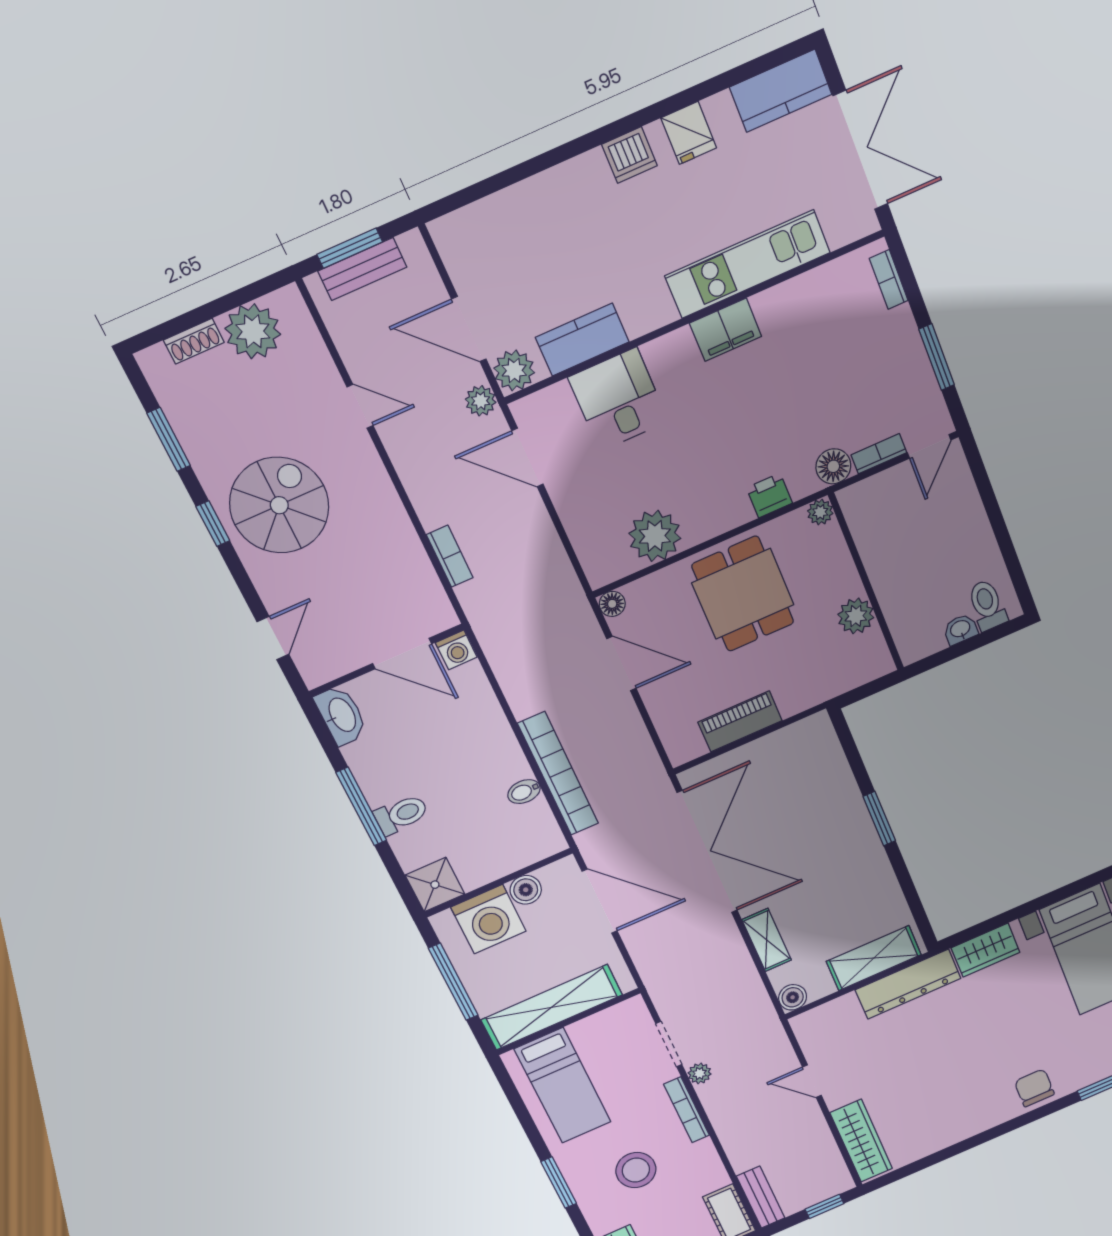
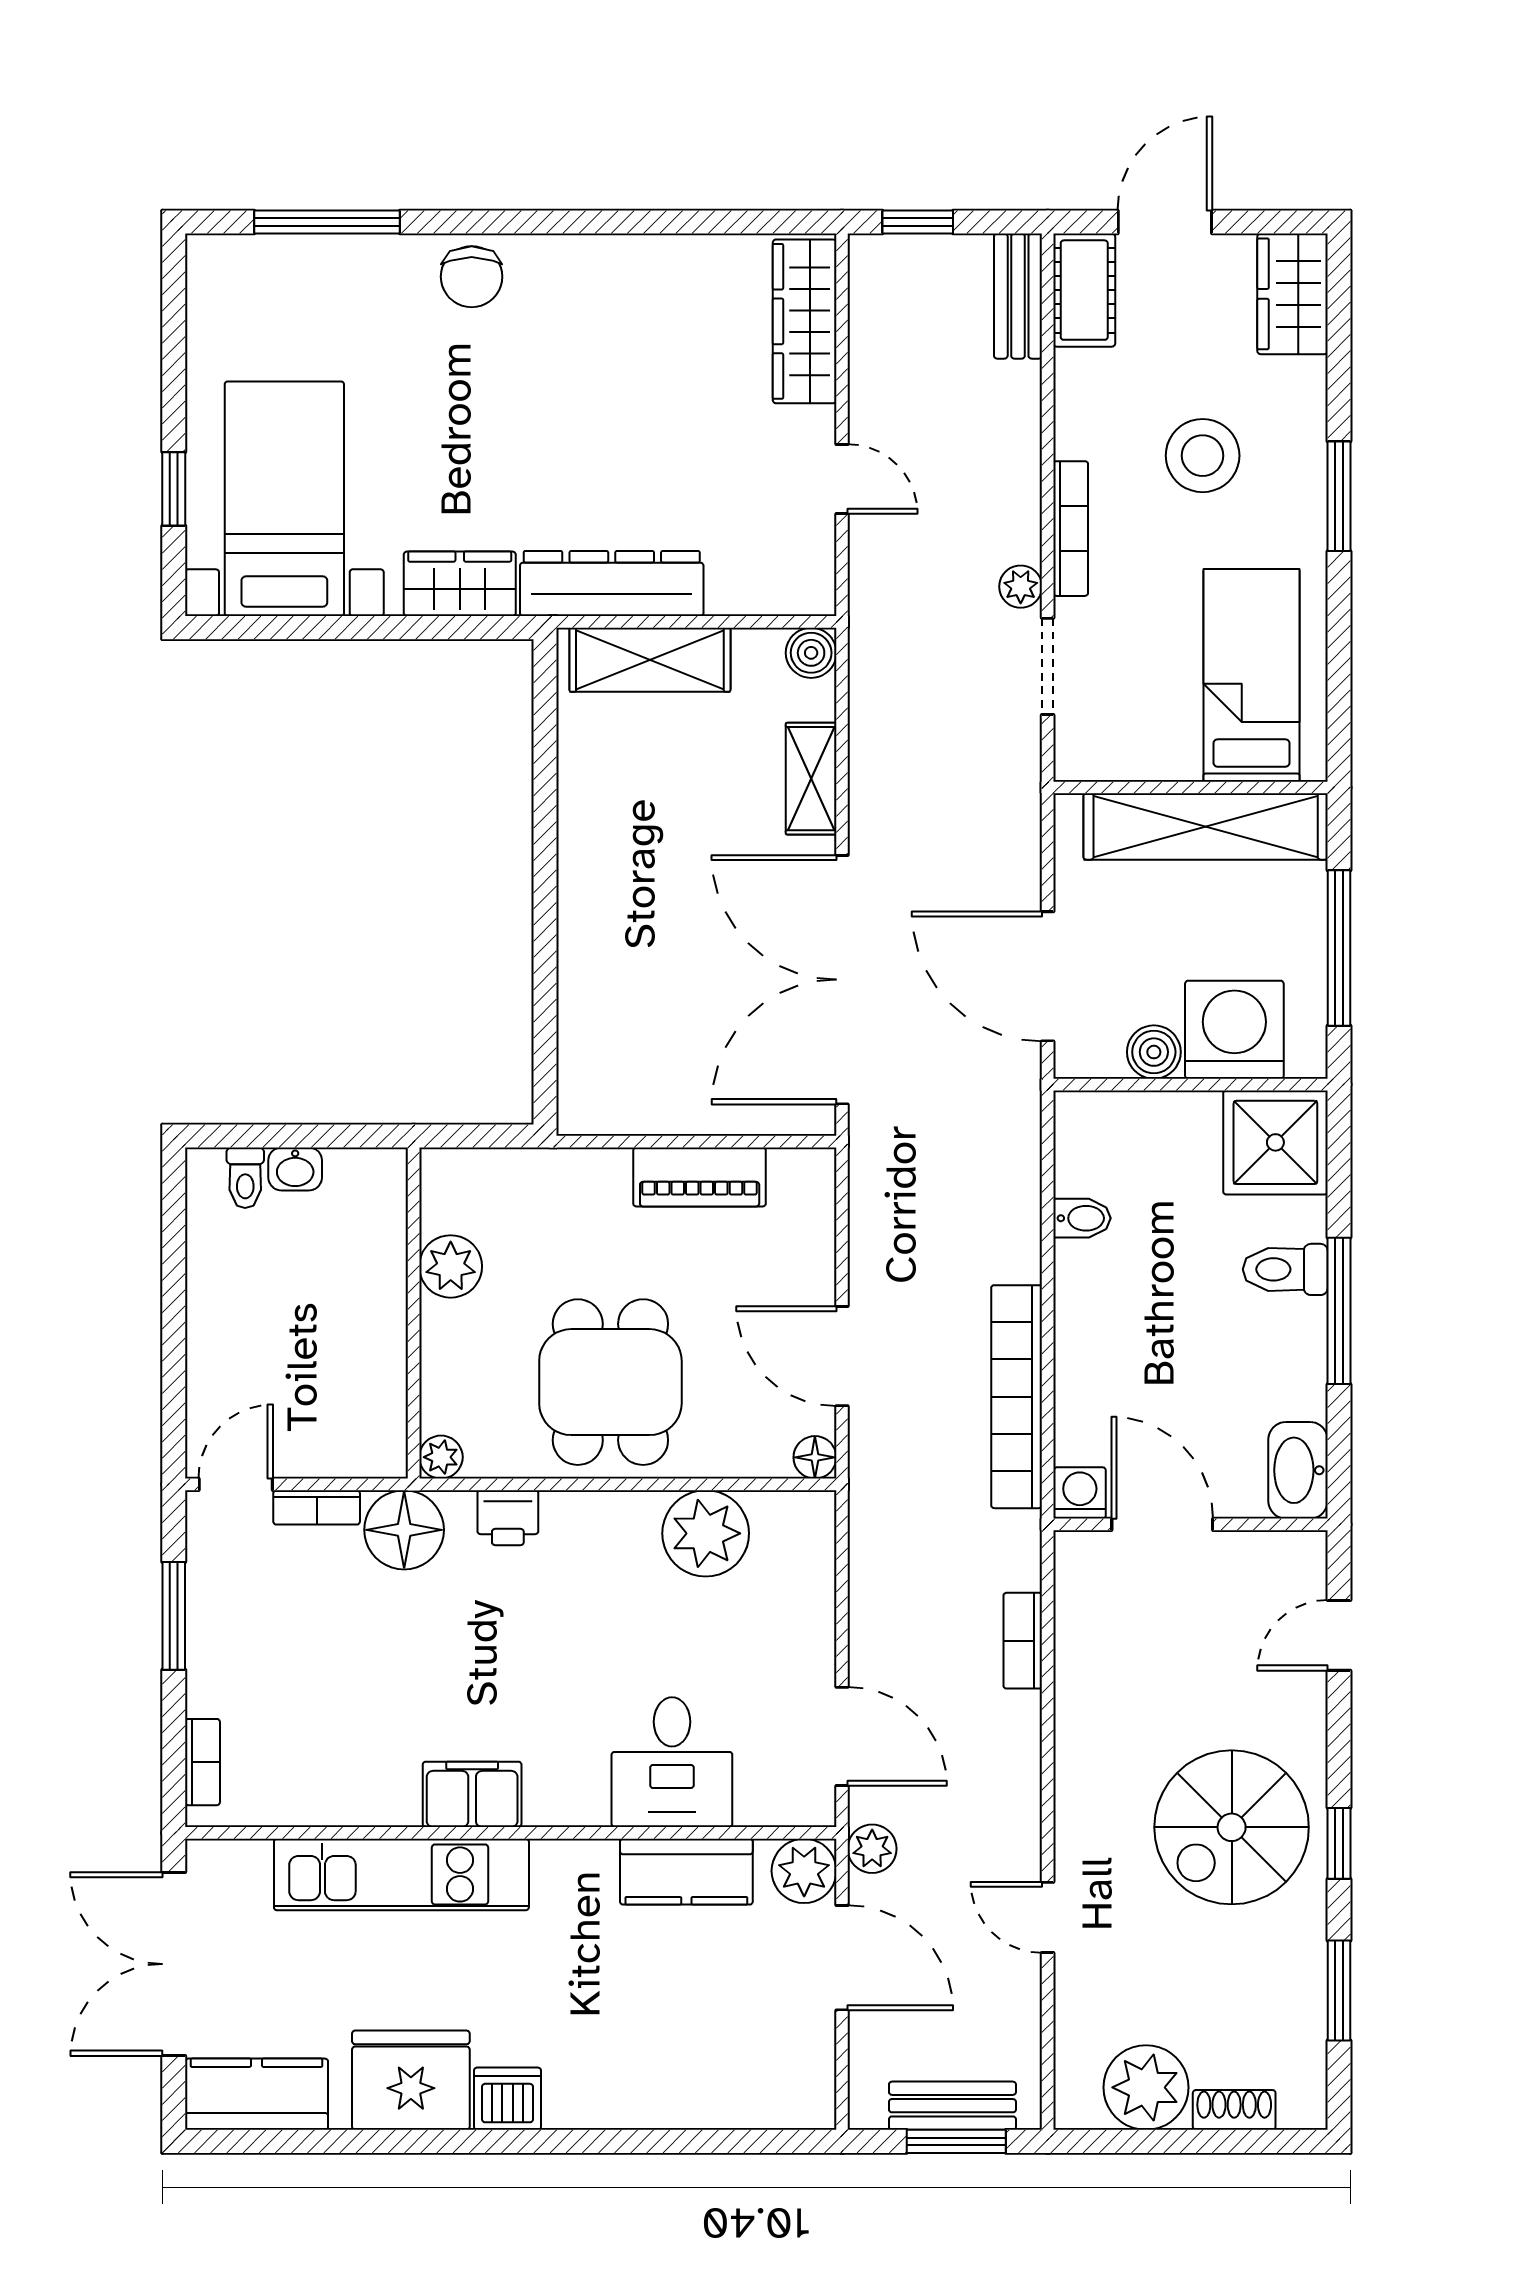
fridge: (689, 133) -> (411, 2080), width x1.88, depth x1.34
floor lamp: (833, 466) -> (404, 1530), width x1.38, depth x1.38
toilet: (987, 605) -> (245, 1178), width x0.73, depth x0.72
bookcase: (558, 774) -> (1017, 1397), moved
window: (879, 819) -> (545, 906), removed
shower: (435, 885) -> (1275, 1142), width x1.36, depth x1.36

